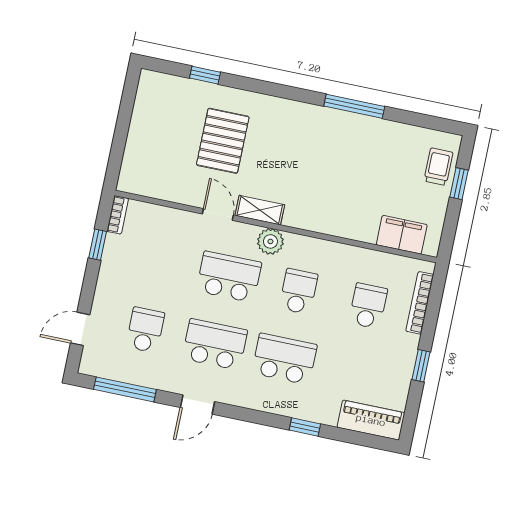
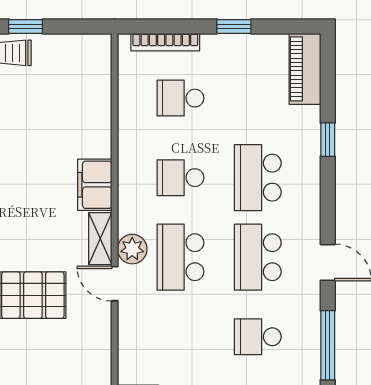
door: (218, 214) -> (115, 284), hinge flipped
filing cabinet: (402, 235) -> (95, 185), moved
plant: (270, 241) -> (132, 249), moved

